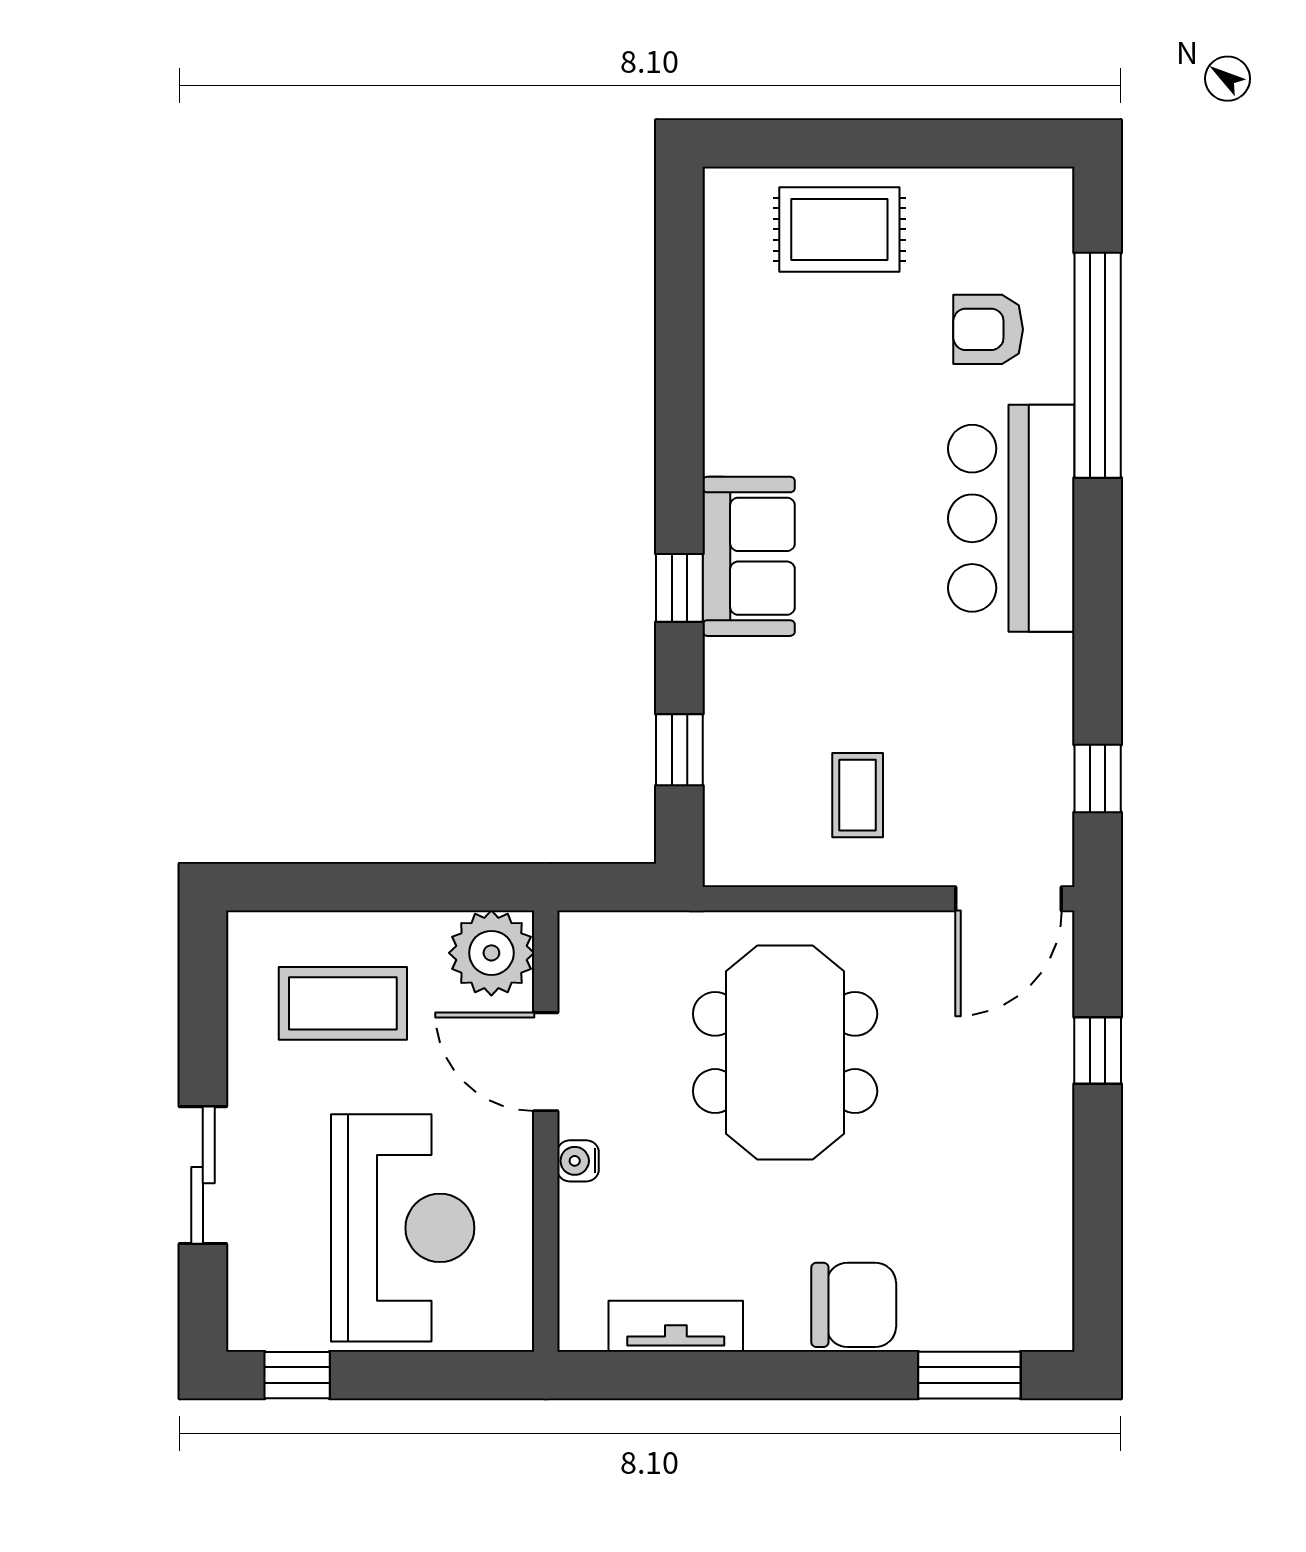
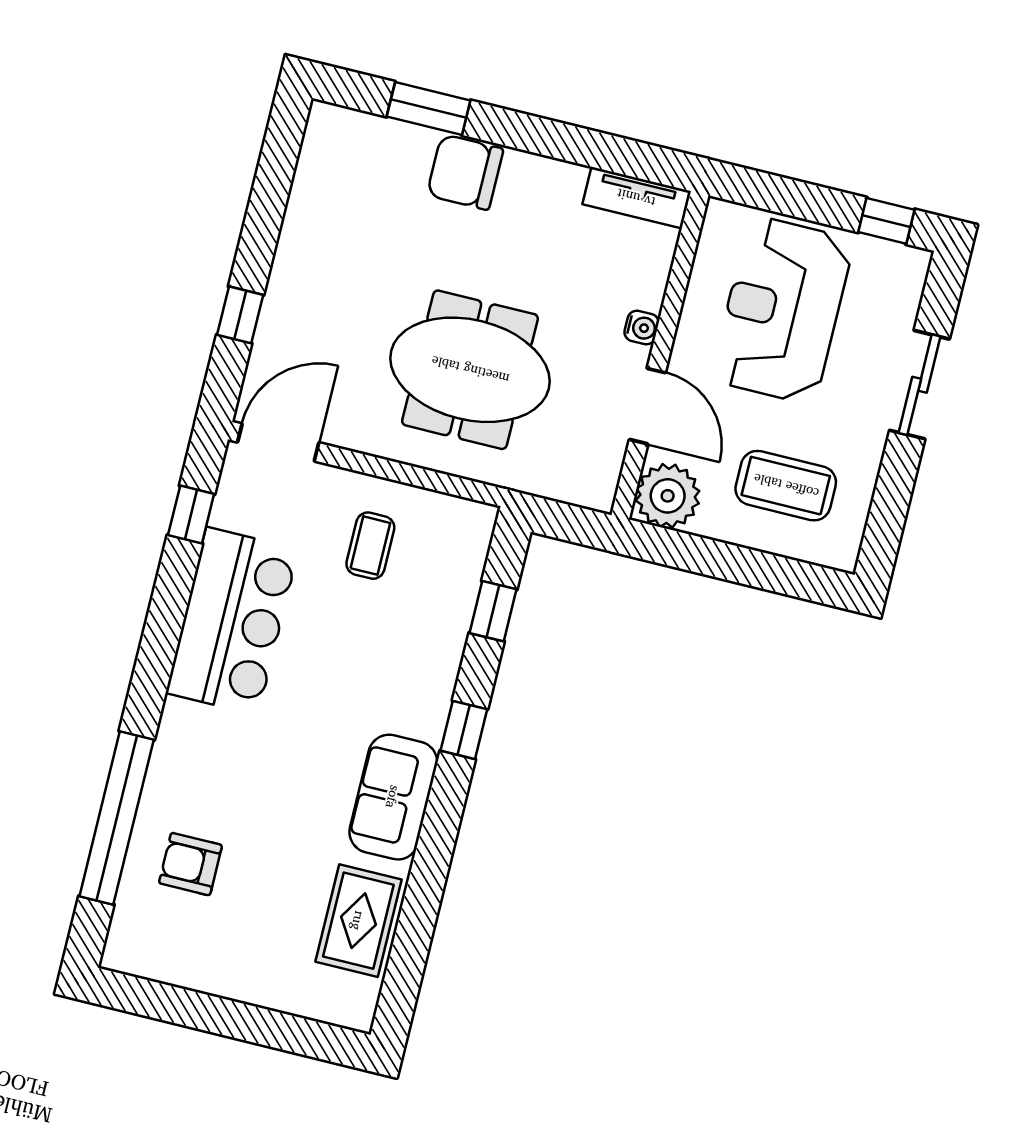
rug: (839, 229) -> (358, 921), moved, turned 90
armchair: (988, 329) -> (190, 864), turned 180
bar counter: (1011, 518) -> (232, 621), moved
sofa: (749, 556) -> (393, 797), moved
meeting table: (785, 1052) -> (470, 370), turned 90
tv unit: (676, 1326) -> (636, 198), moved
window: (969, 1375) -> (429, 108), moved

